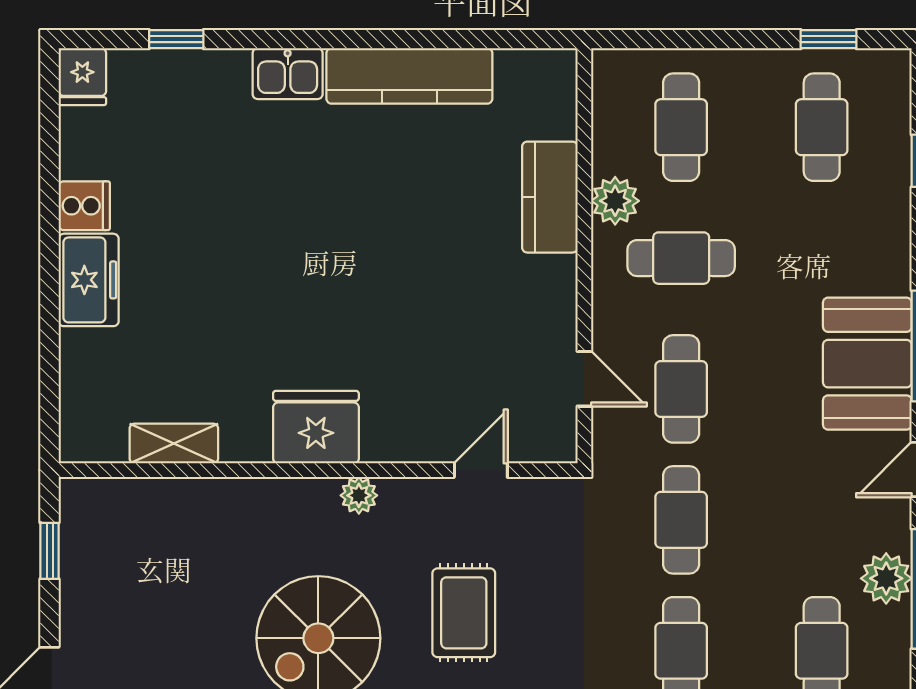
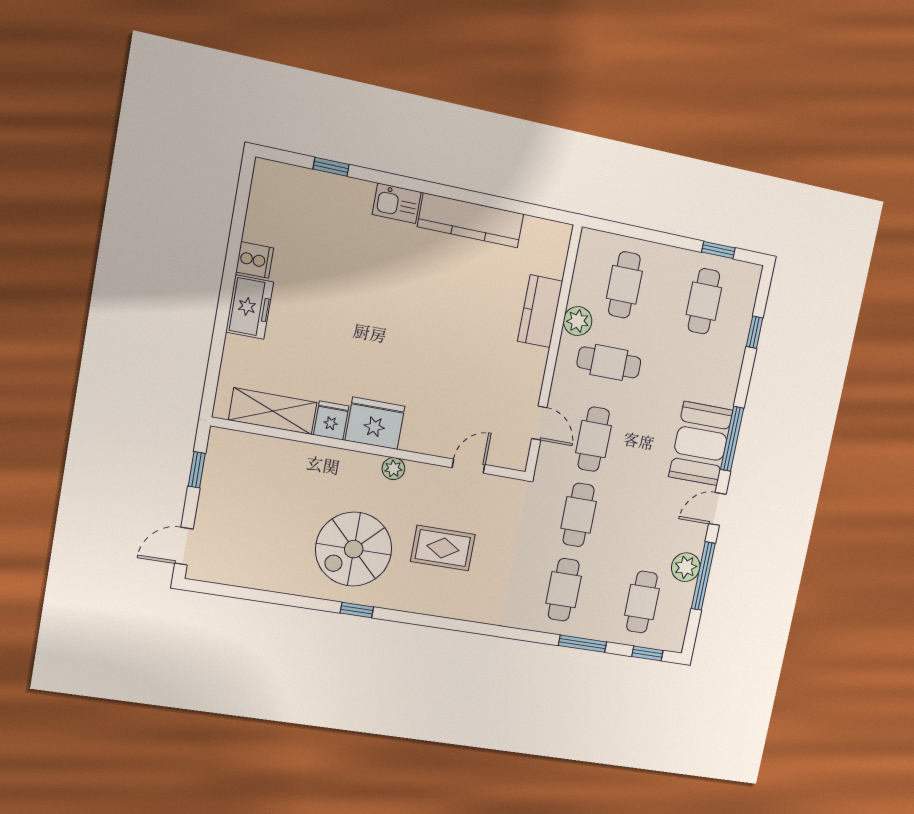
fridge: (82, 77) -> (331, 420), moved, turned 180
shelving: (174, 444) -> (273, 411), width x1.50, depth x1.33
rug: (464, 613) -> (443, 548), turned 90

